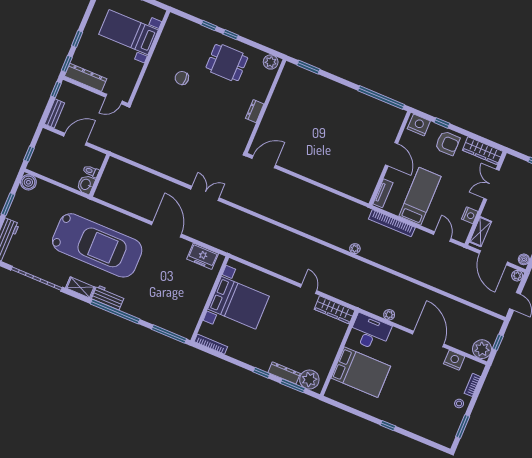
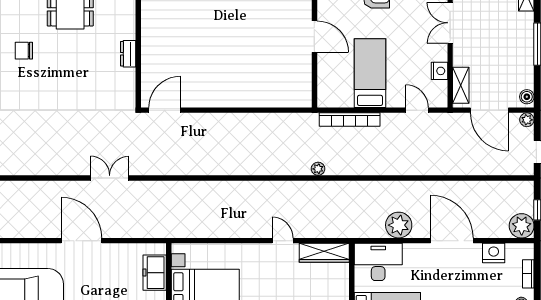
tv unit: (383, 193) -> (324, 88), removed
freezer: (203, 256) -> (155, 273), moved, turned 90
plant: (389, 315) -> (399, 225), width x1.88, depth x1.88

